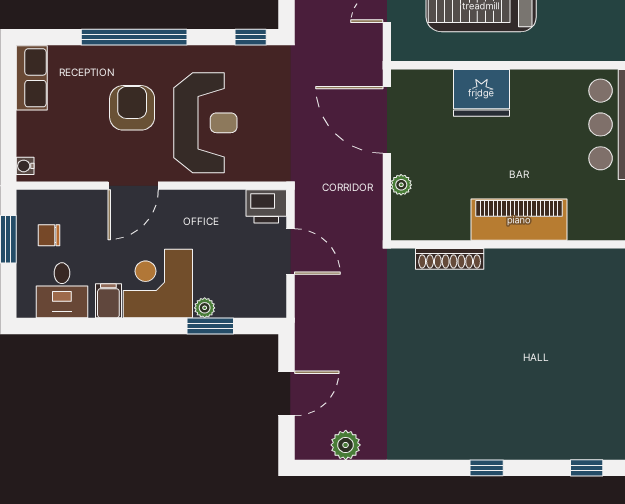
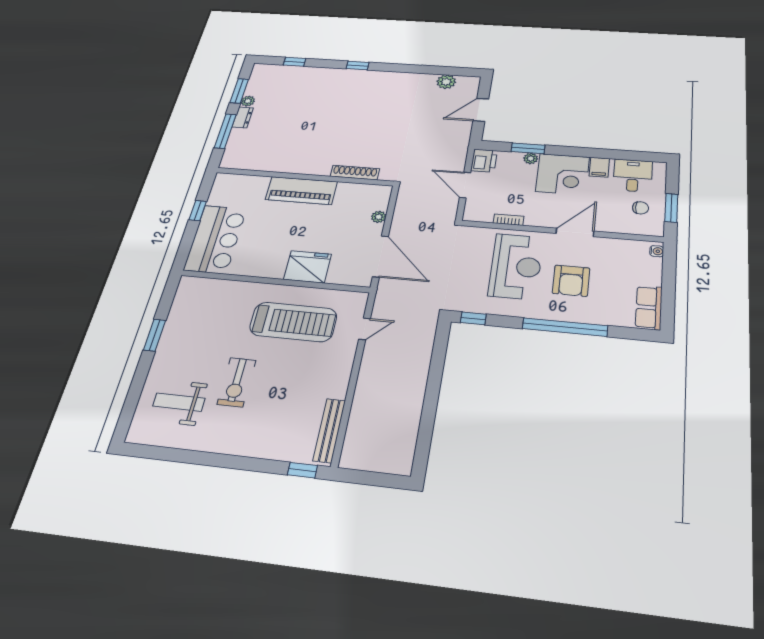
reception desk: (205, 123) -> (516, 266), turned 180
bookcase: (224, 198) -> (509, 220), added
printer: (266, 206) -> (484, 161), moved, turned 90

